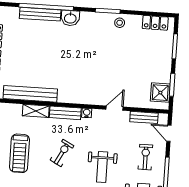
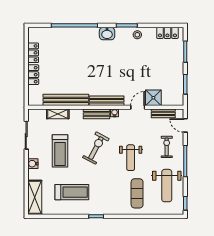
bench: (40, 14) -> (107, 101), moved
washbasin: (70, 18) -> (107, 34), moved
shower: (160, 93) -> (153, 98), moved
shelving: (36, 111) -> (58, 114), moved
exercise bike: (62, 153) -> (96, 148), width x1.38, depth x1.39

